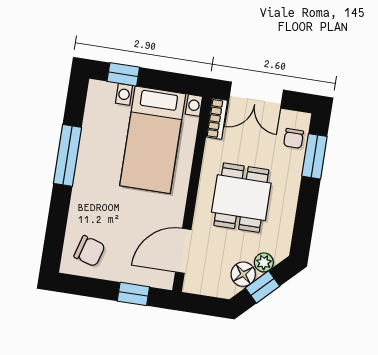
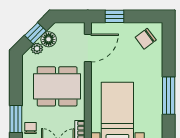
dining table: (241, 198) -> (57, 86), width x1.38
chair: (90, 251) -> (146, 39), turned -53

